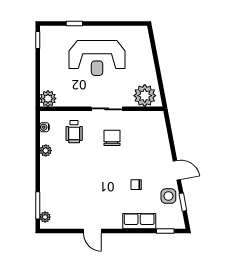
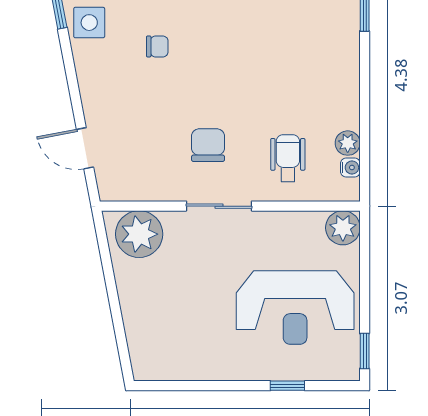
reception desk: (97, 58) -> (295, 308), moved, turned 180
chair: (112, 138) -> (208, 145), turned 180
plant: (46, 151) -> (348, 143), moved
door: (177, 170) -> (85, 148), moved

